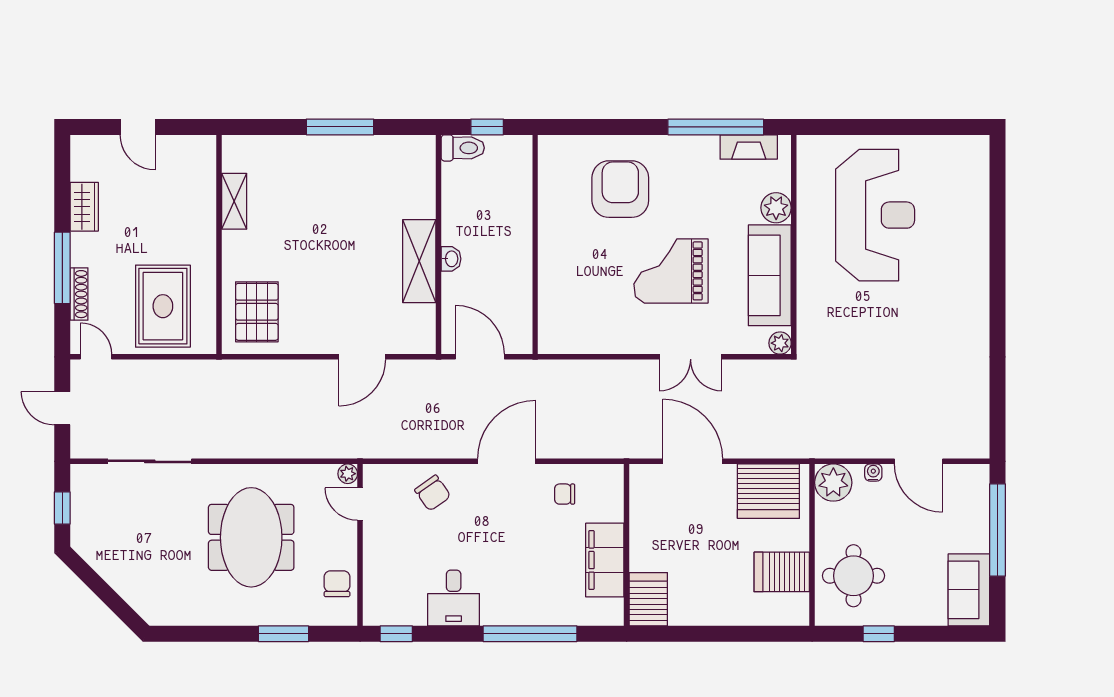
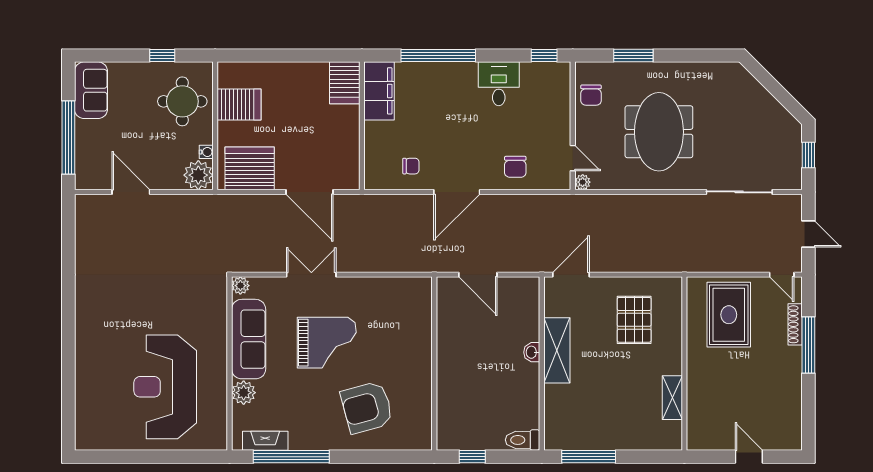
toilet: (463, 148) -> (523, 440), moved
armchair: (620, 189) -> (367, 407), turned 75
wardrobe: (84, 207) -> (791, 393), removed
wall: (438, 244) -> (542, 364), moved
washbasin: (451, 259) -> (532, 352), moved
shelving: (419, 261) -> (557, 350), moved
pallet: (257, 312) -> (634, 320), moved
water cooler: (873, 472) -> (206, 152), moved, turned -90
chair: (433, 493) -> (515, 167), turned -145
filing cabinet: (605, 560) -> (379, 91), moved

